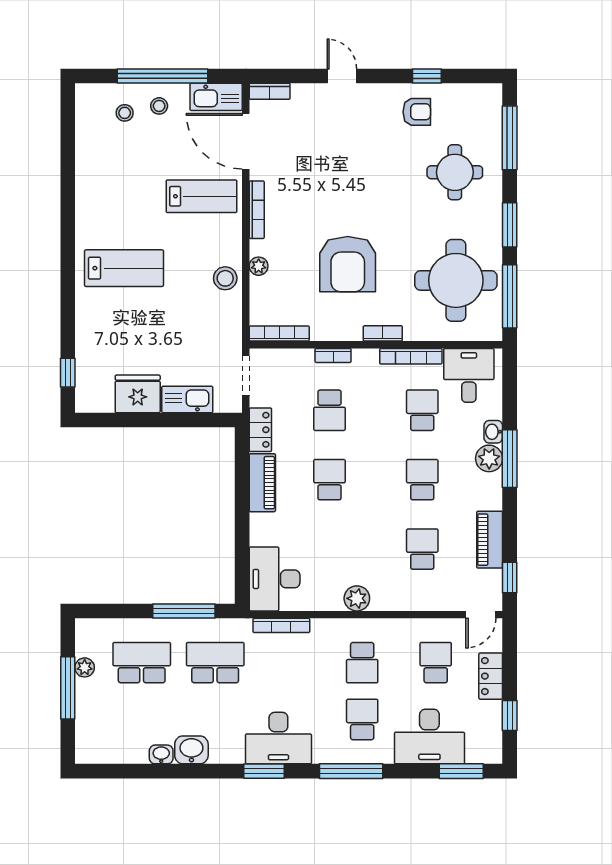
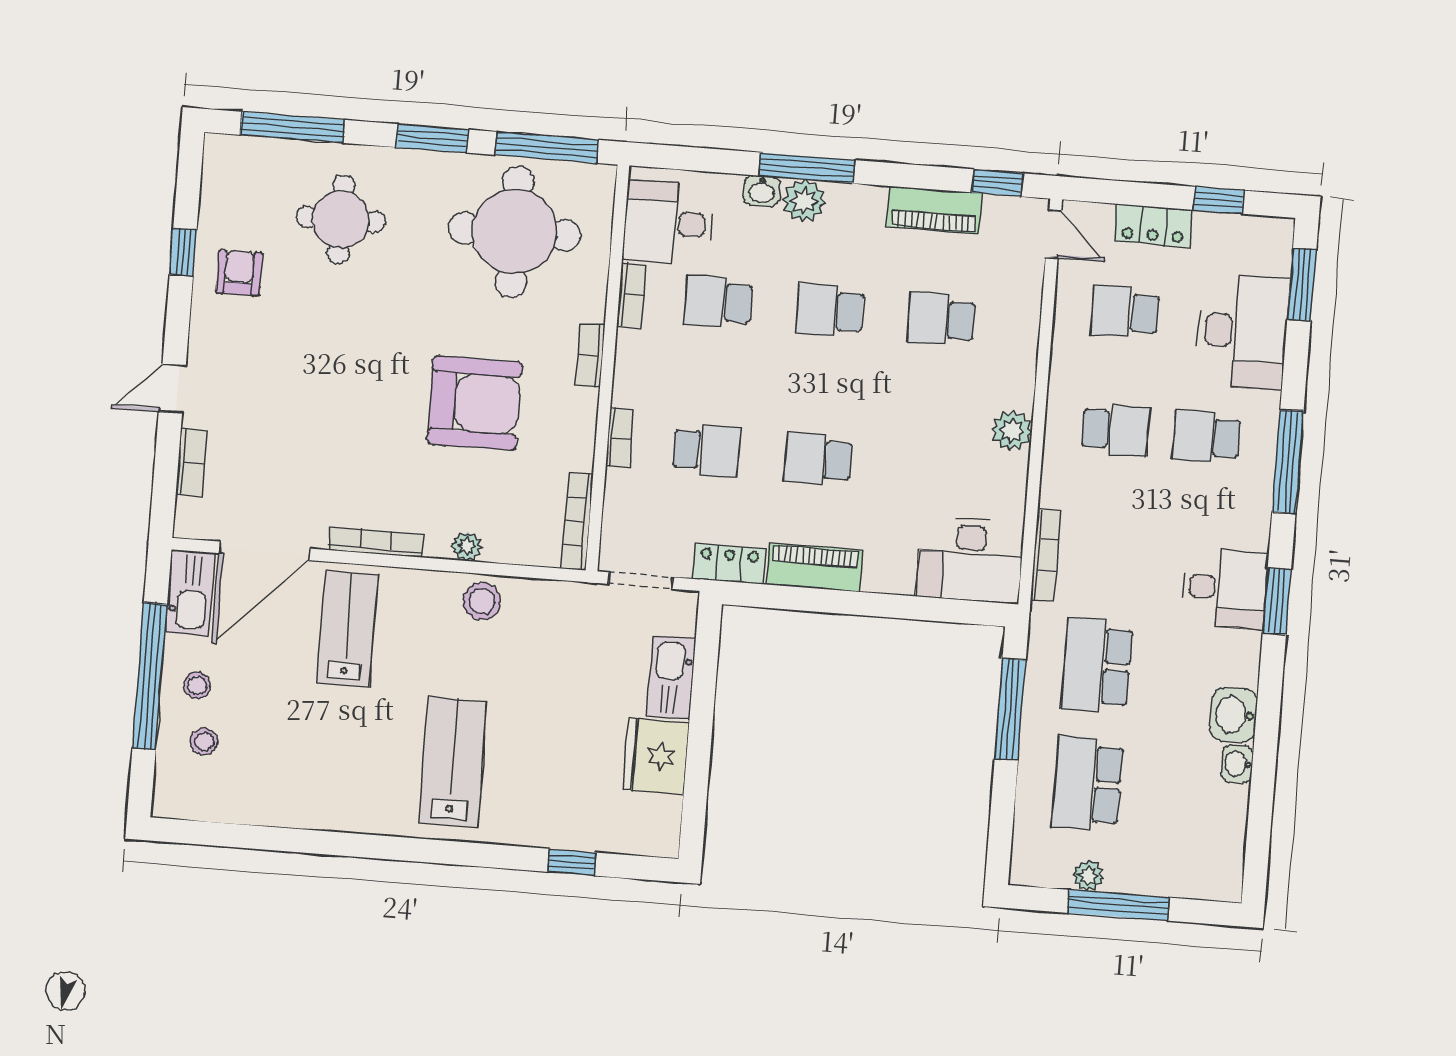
bookcase: (270, 91) -> (191, 462), moved
bookcase: (411, 356) -> (632, 295), width x0.64
window: (68, 373) -> (572, 862), moved
desk: (278, 738) -> (1225, 588), width x0.73

